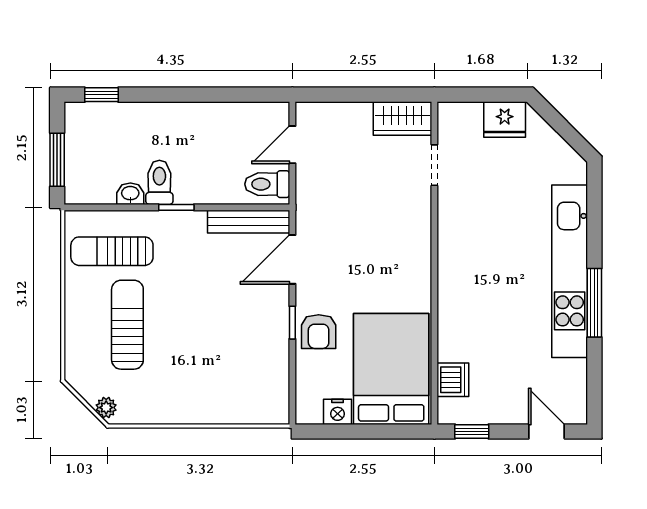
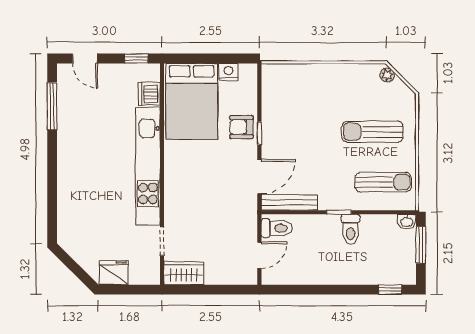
washbasin: (130, 194) -> (407, 222), moved
kitchen unit: (570, 271) -> (148, 166), moved, turned 180
window: (594, 303) -> (52, 106), moved
sun lounger: (127, 325) -> (373, 132), turned 90
armchair: (319, 332) -> (241, 127), turned -90

